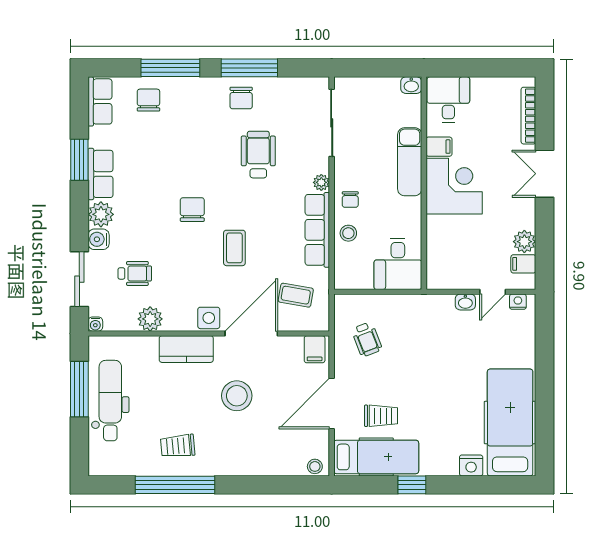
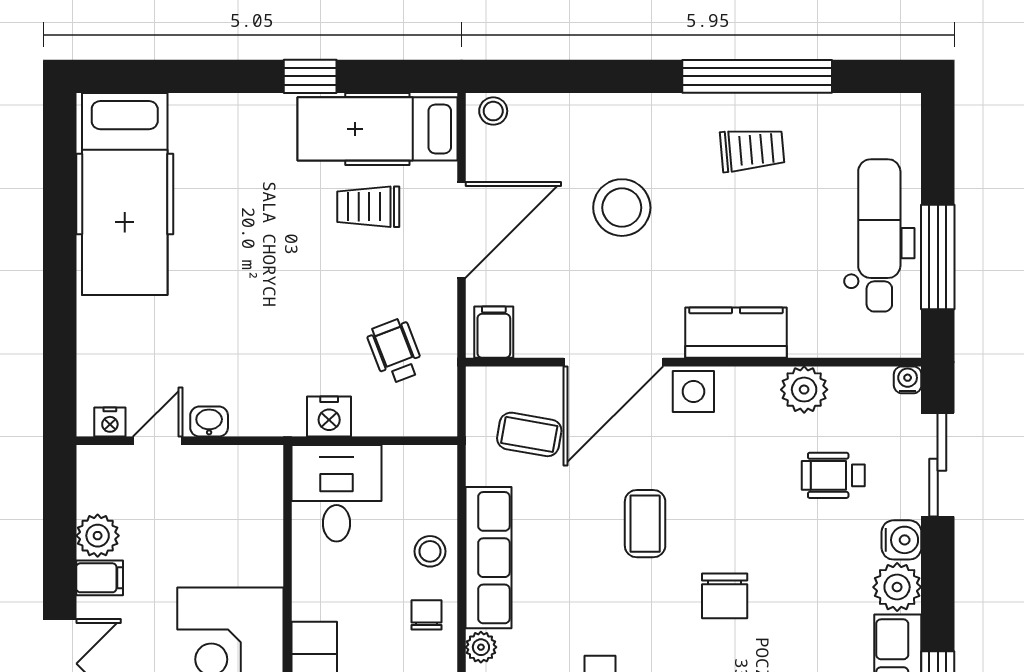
filing cabinet: (523, 264) -> (100, 578), moved
stool: (237, 396) -> (622, 208), moved
dental chair: (110, 401) -> (879, 235), turned 180
nightstand: (471, 465) -> (329, 417), moved, turned 180

